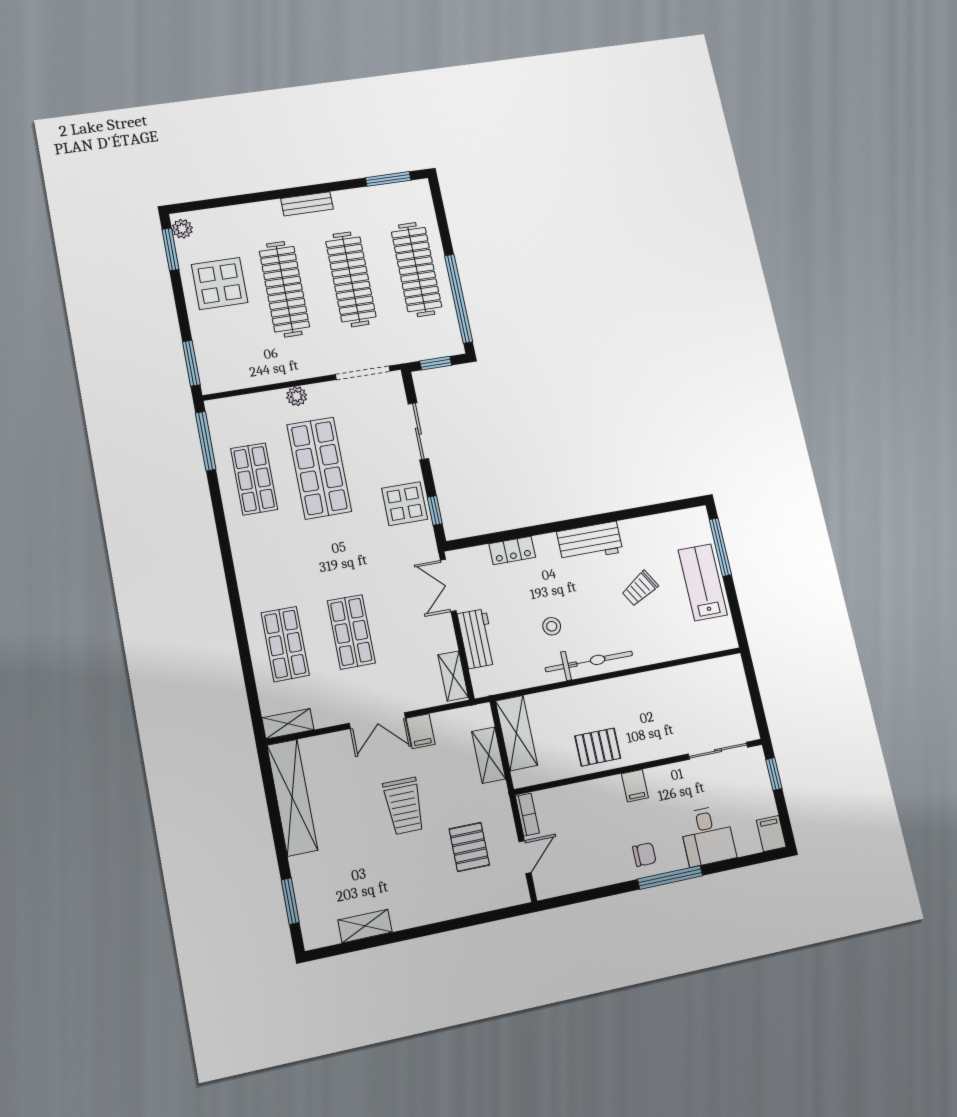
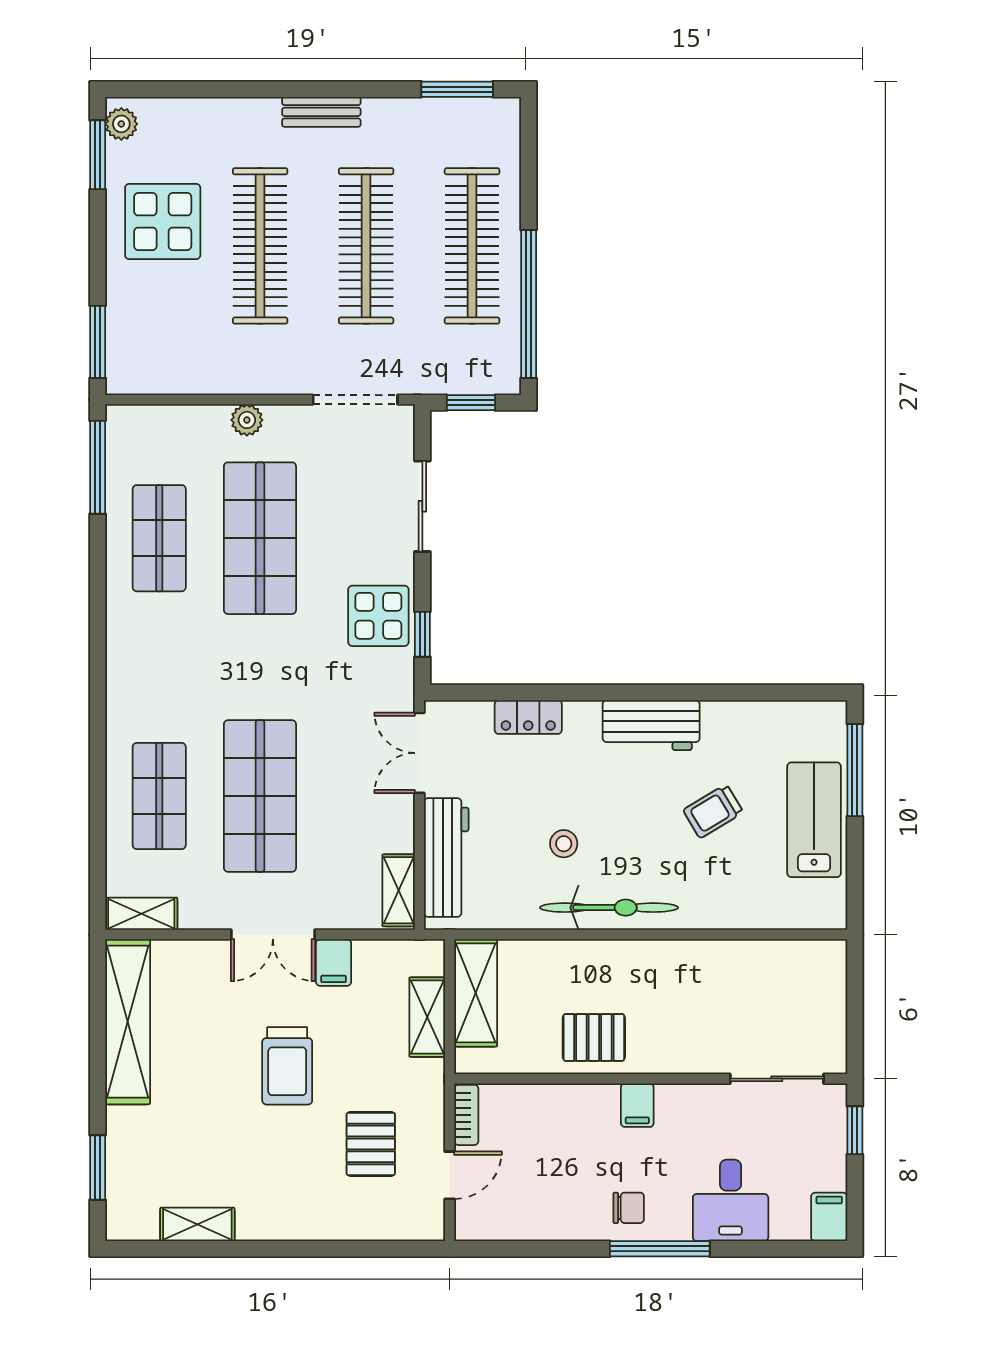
shop shelf: (351, 632) -> (260, 796), width x1.43, depth x1.36
workbench: (477, 639) -> (446, 857), width x1.37

